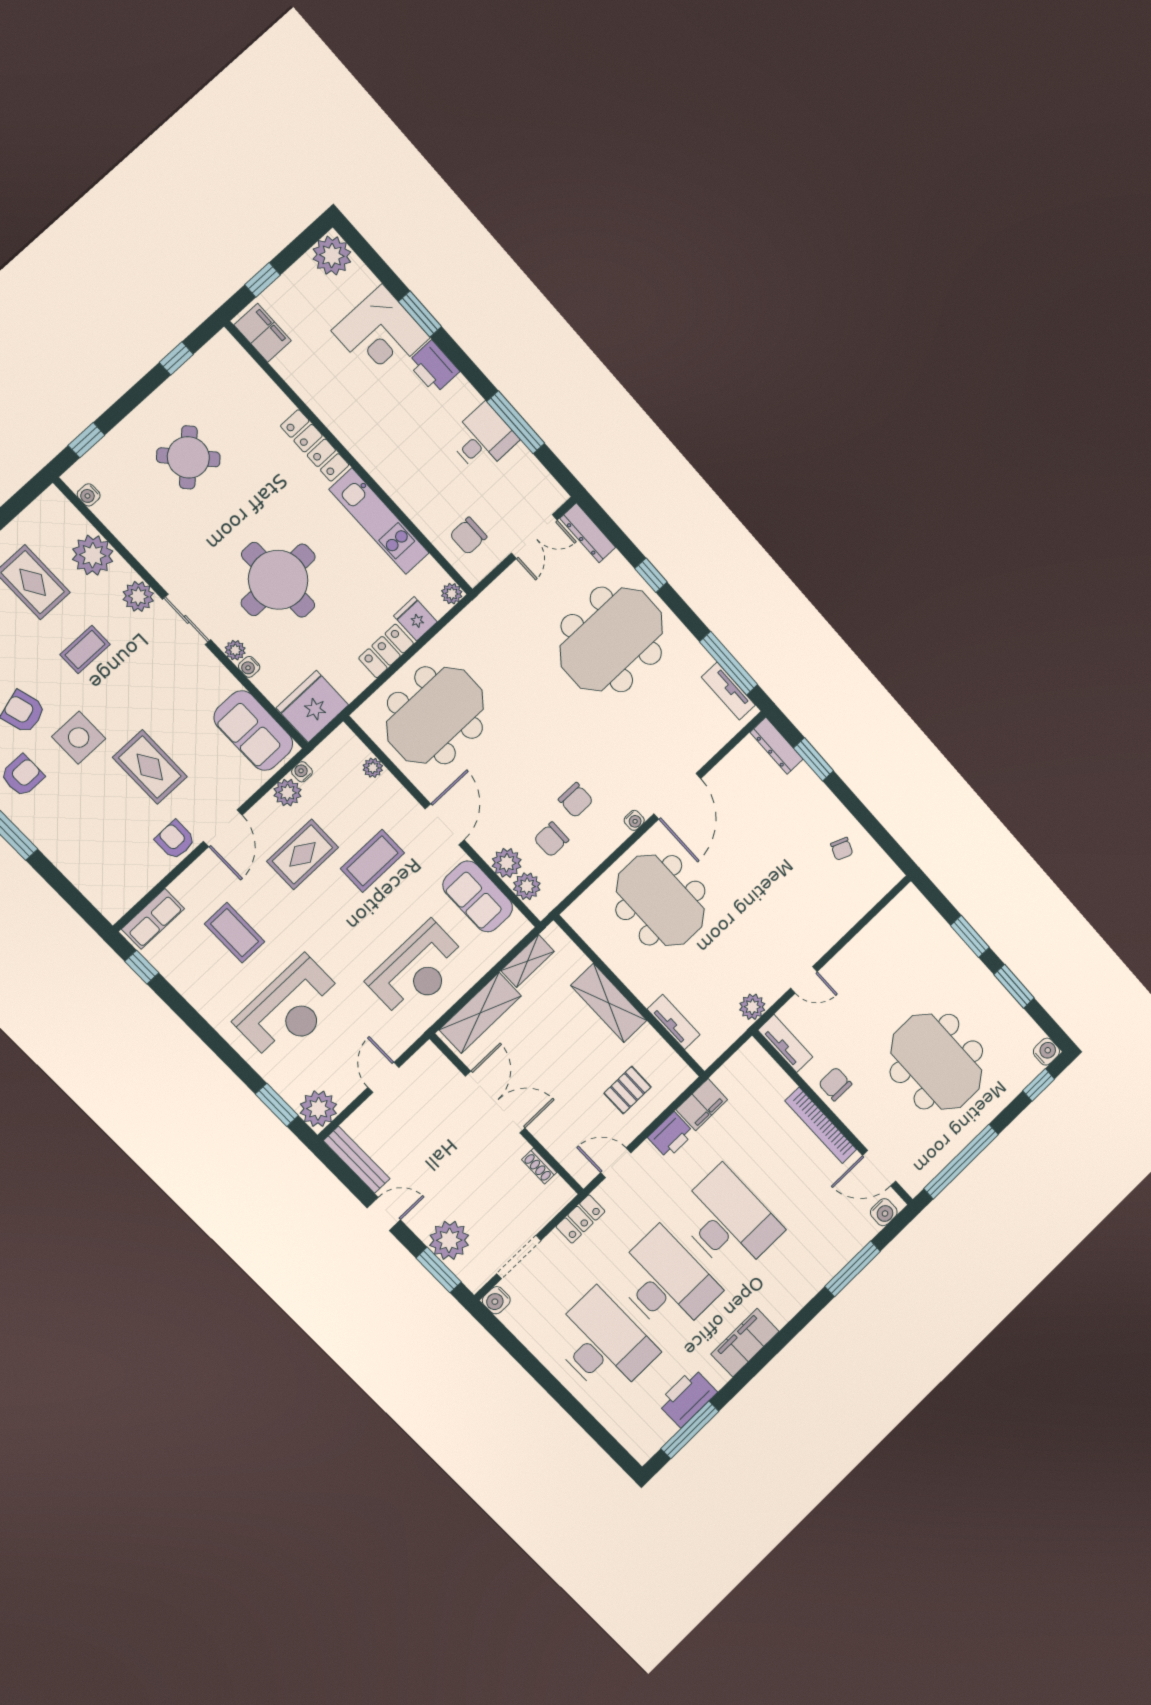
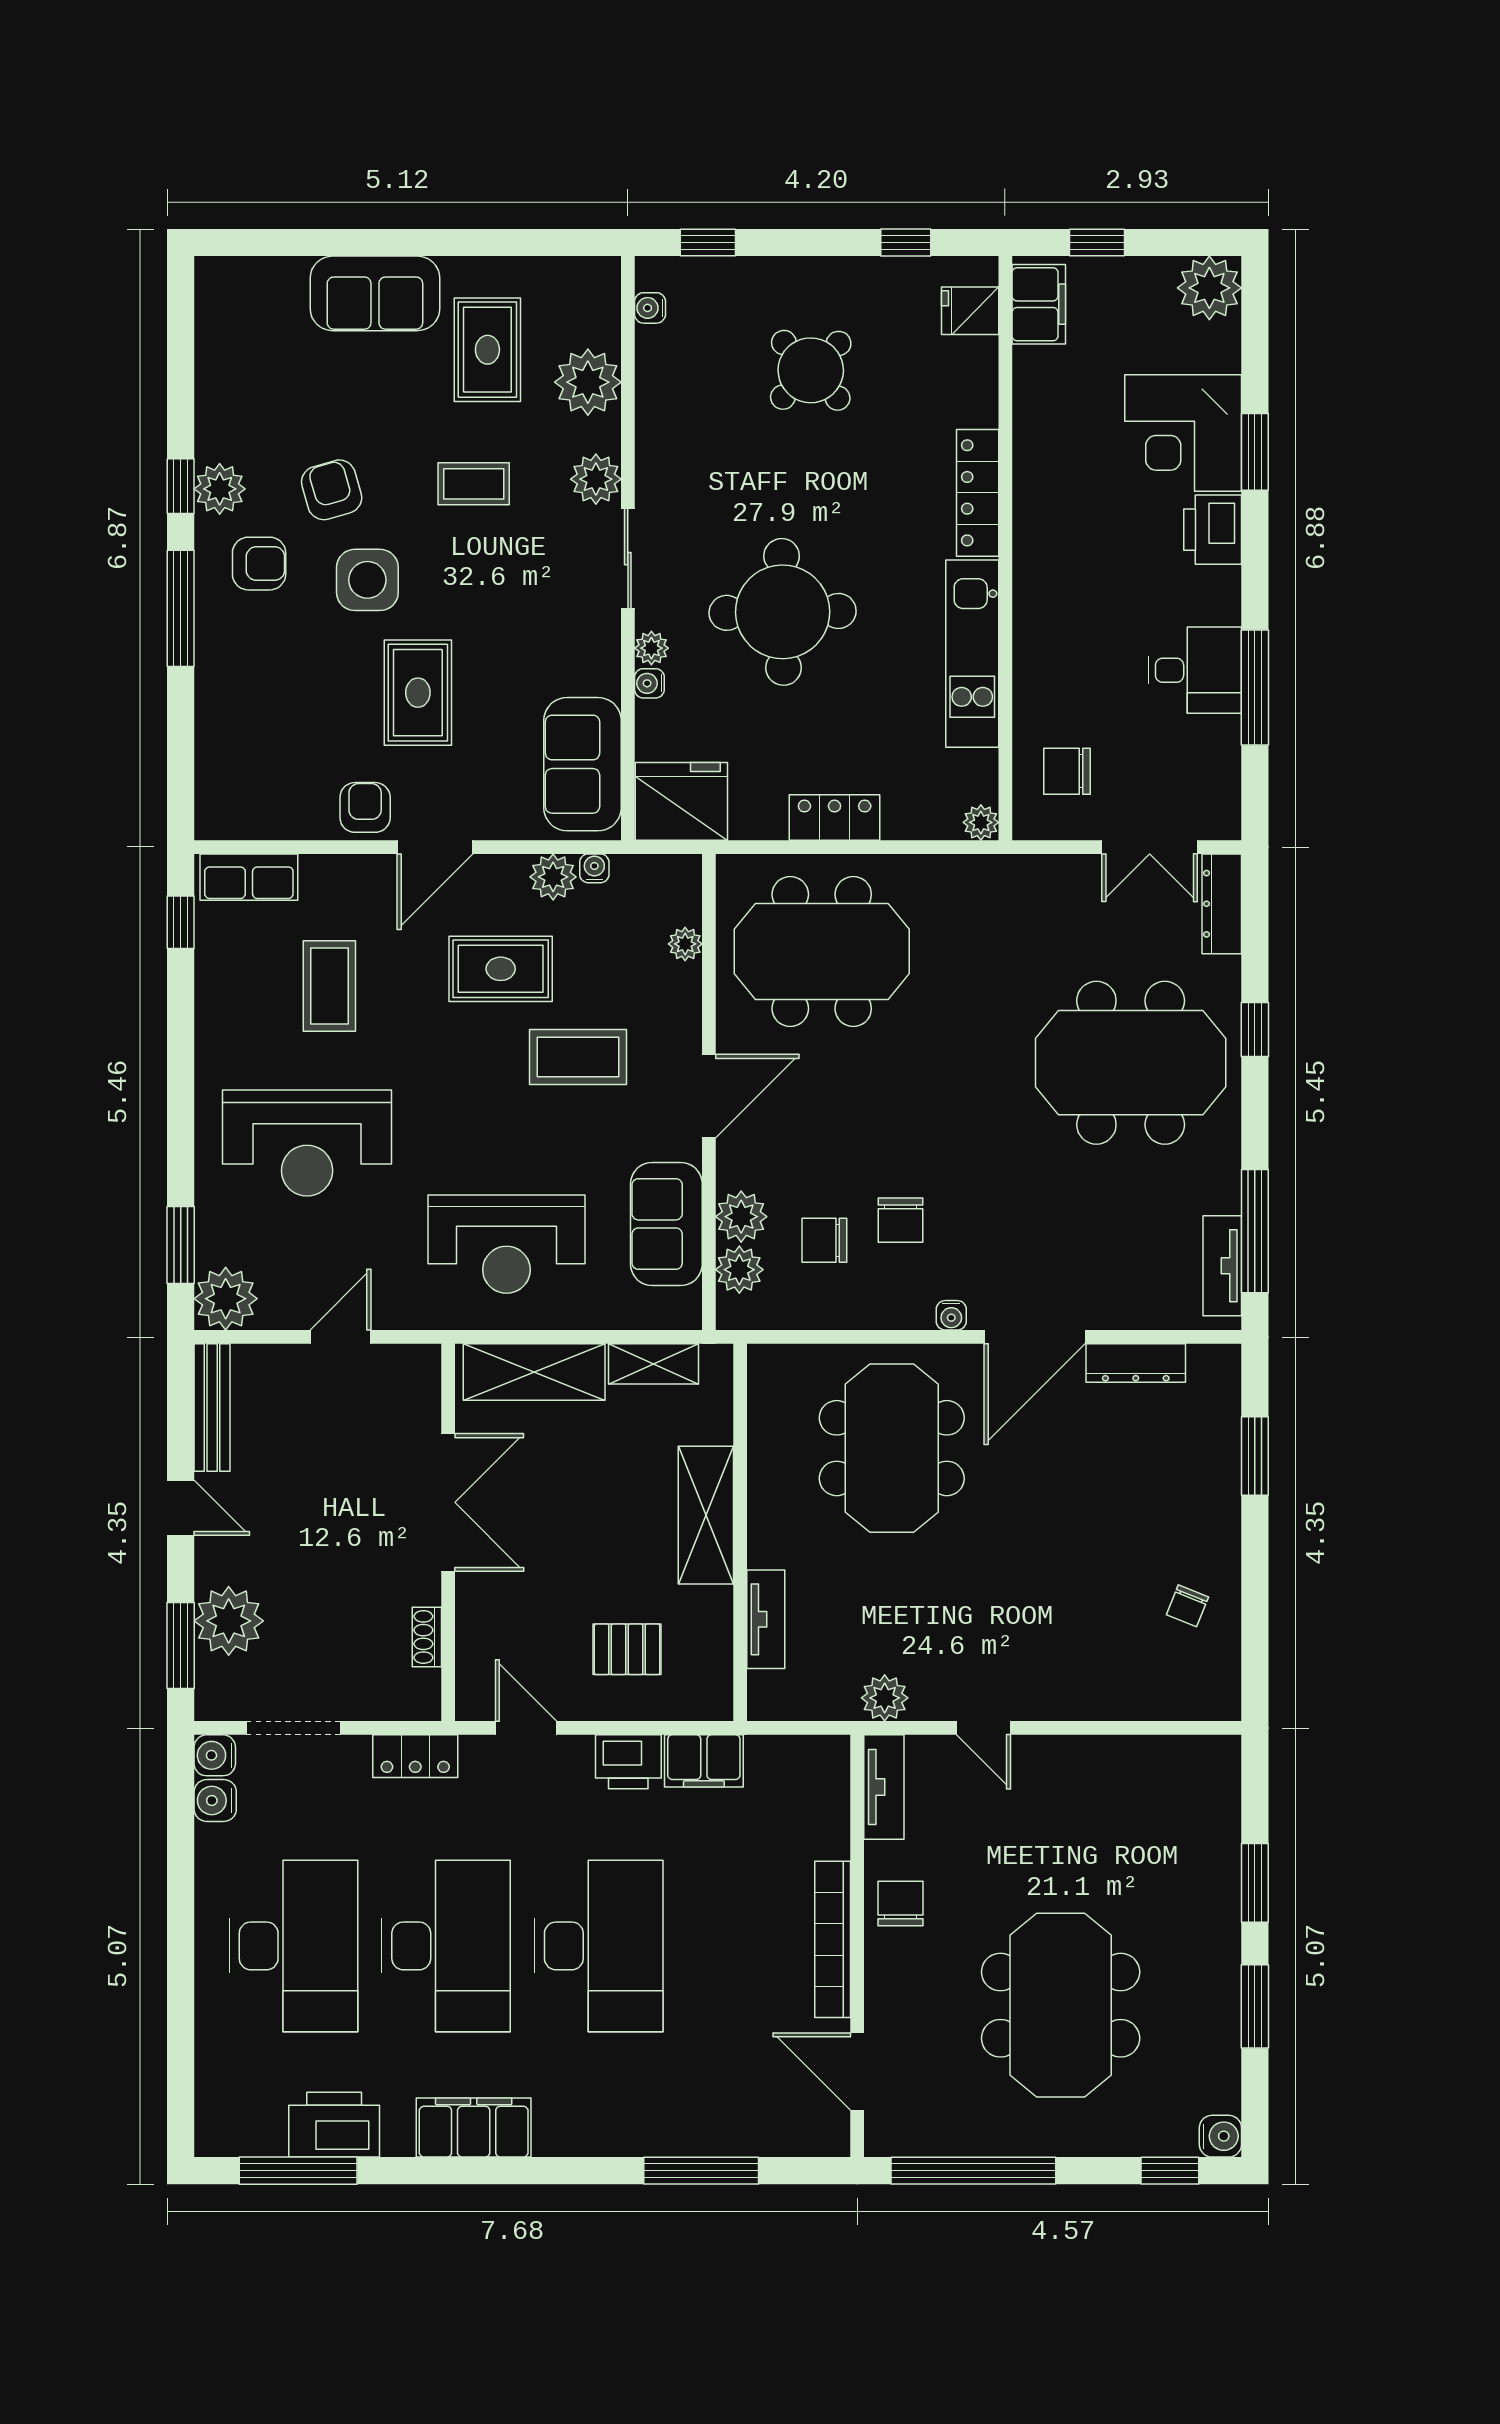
fridge: (415, 619) -> (970, 311), moved, turned -90
dresser: (776, 746) -> (1136, 1363), moved, turned -90
water cooler: (884, 1212) -> (215, 1800), moved, turned 90

